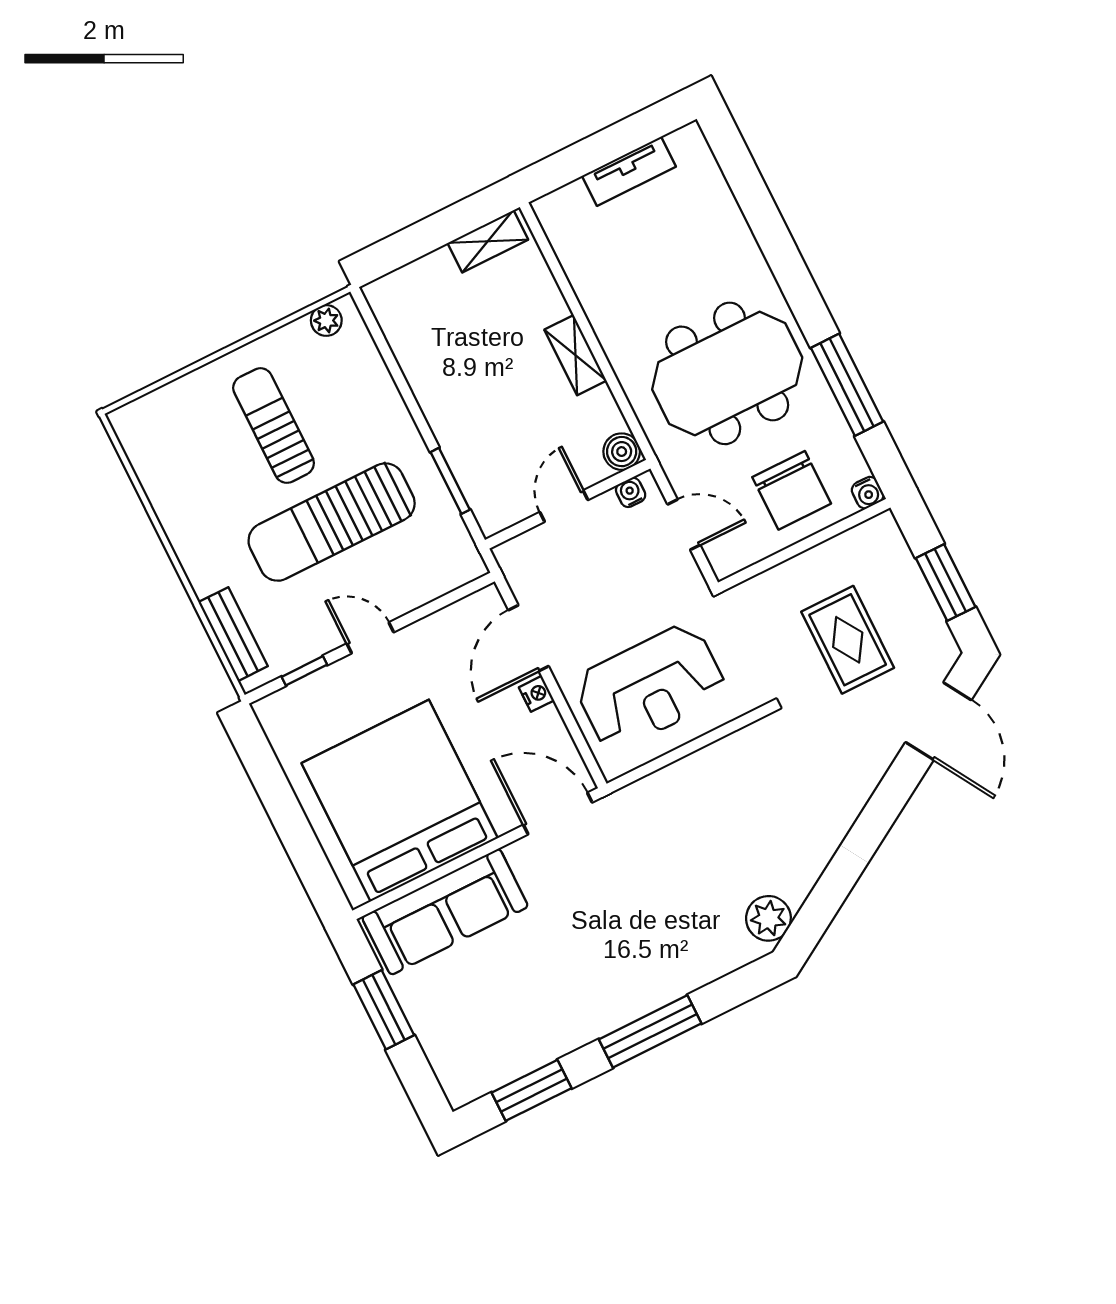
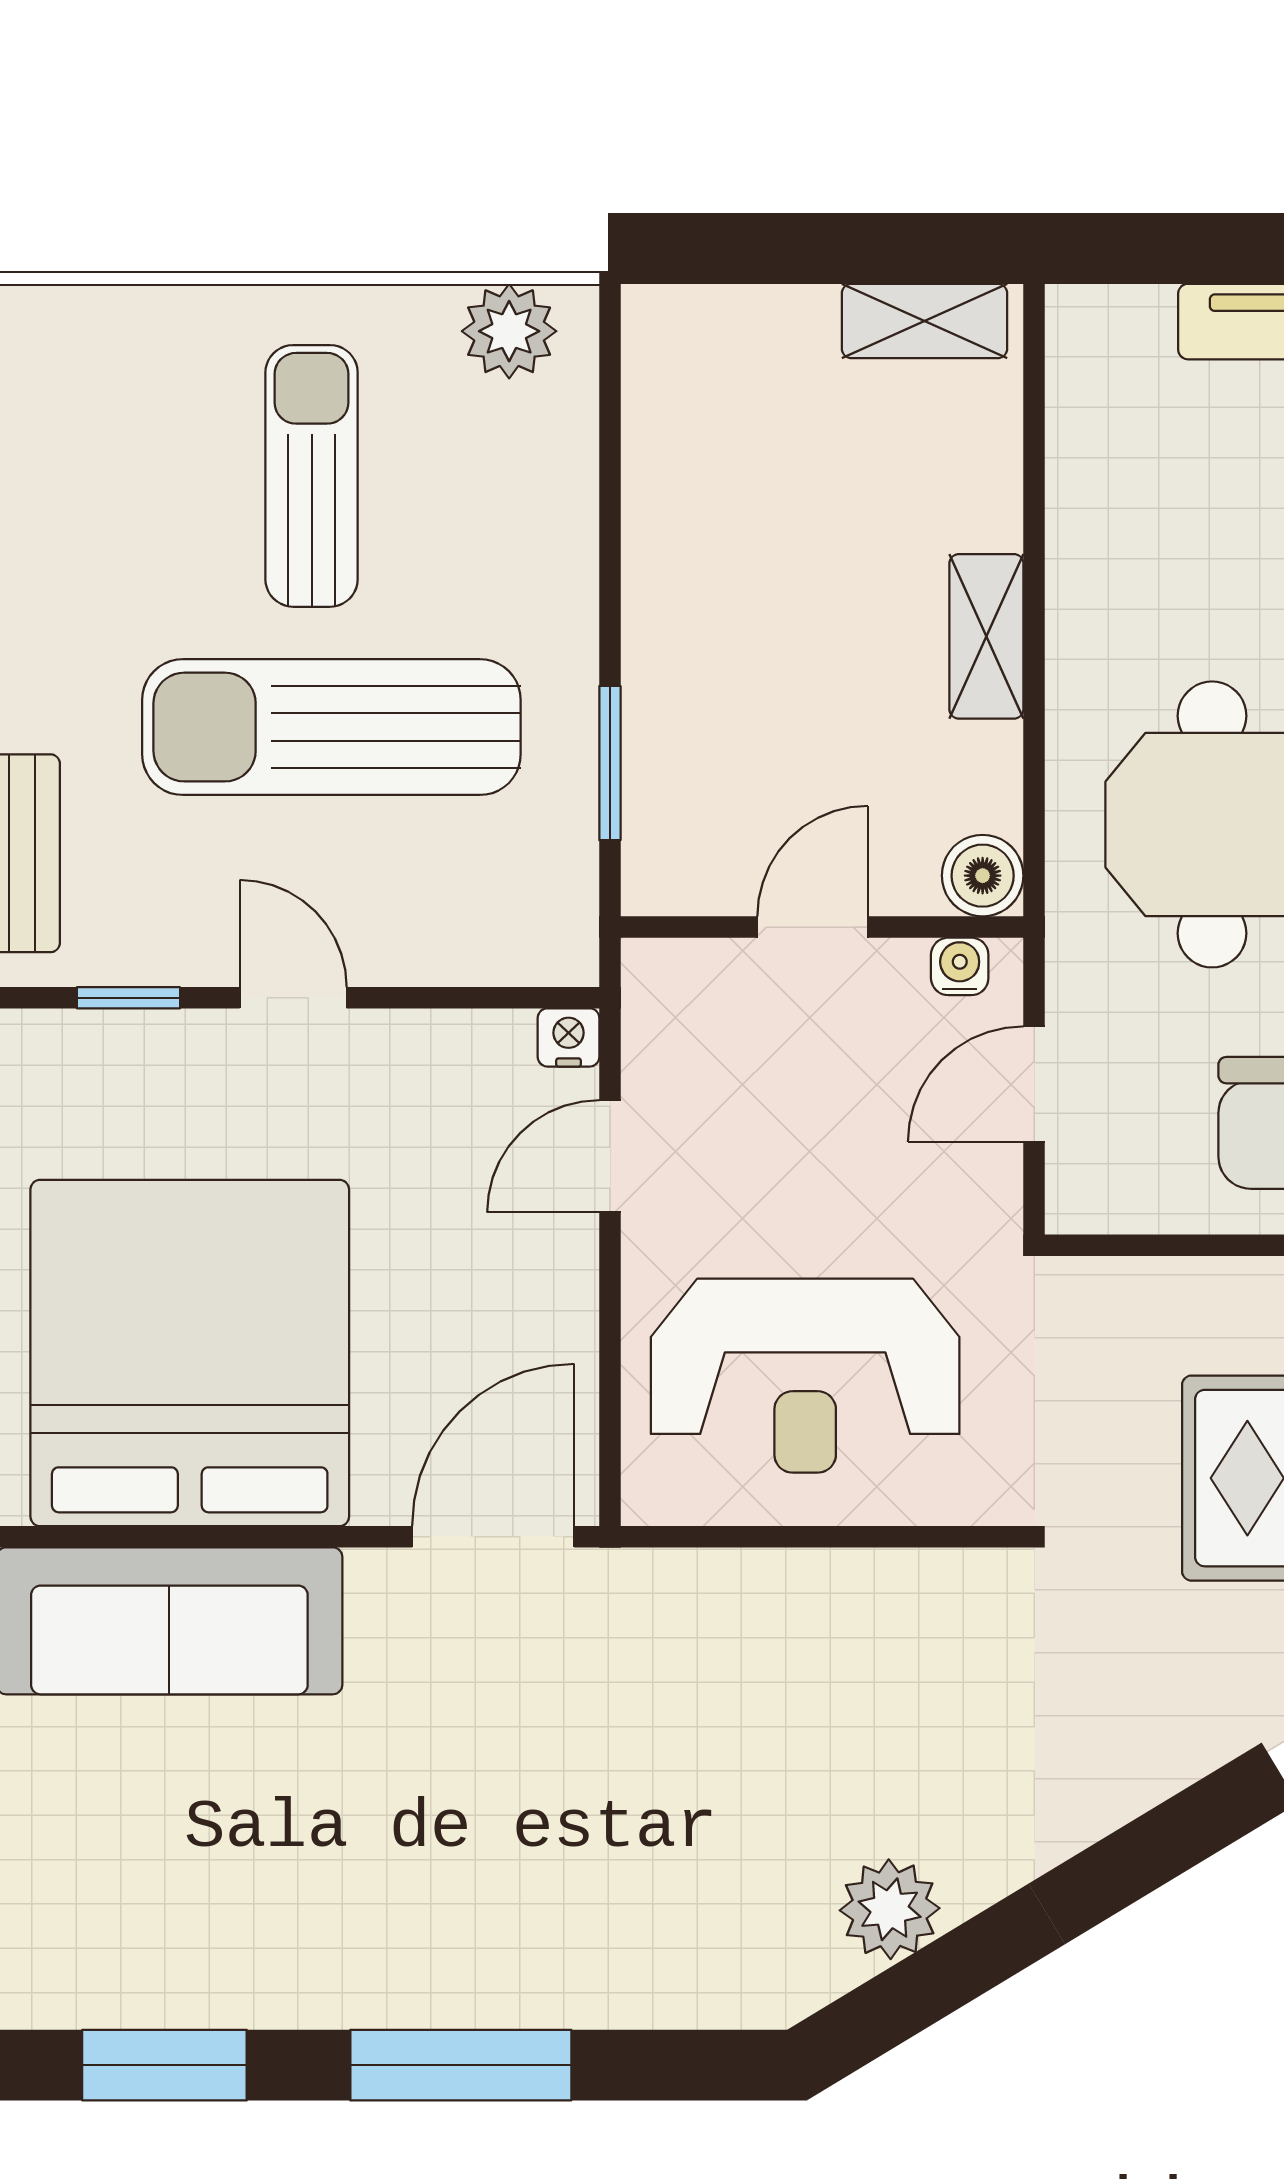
plant: (326, 321) -> (509, 331), width x1.38, depth x1.38
door: (684, 525) -> (1034, 1084), swing flipped
door: (529, 638) -> (610, 1156), width x0.73
nightstand: (536, 694) -> (569, 1037), moved, turned -90
door: (558, 814) -> (493, 1537), hinge flipped
plant: (768, 918) -> (890, 1909), moved

